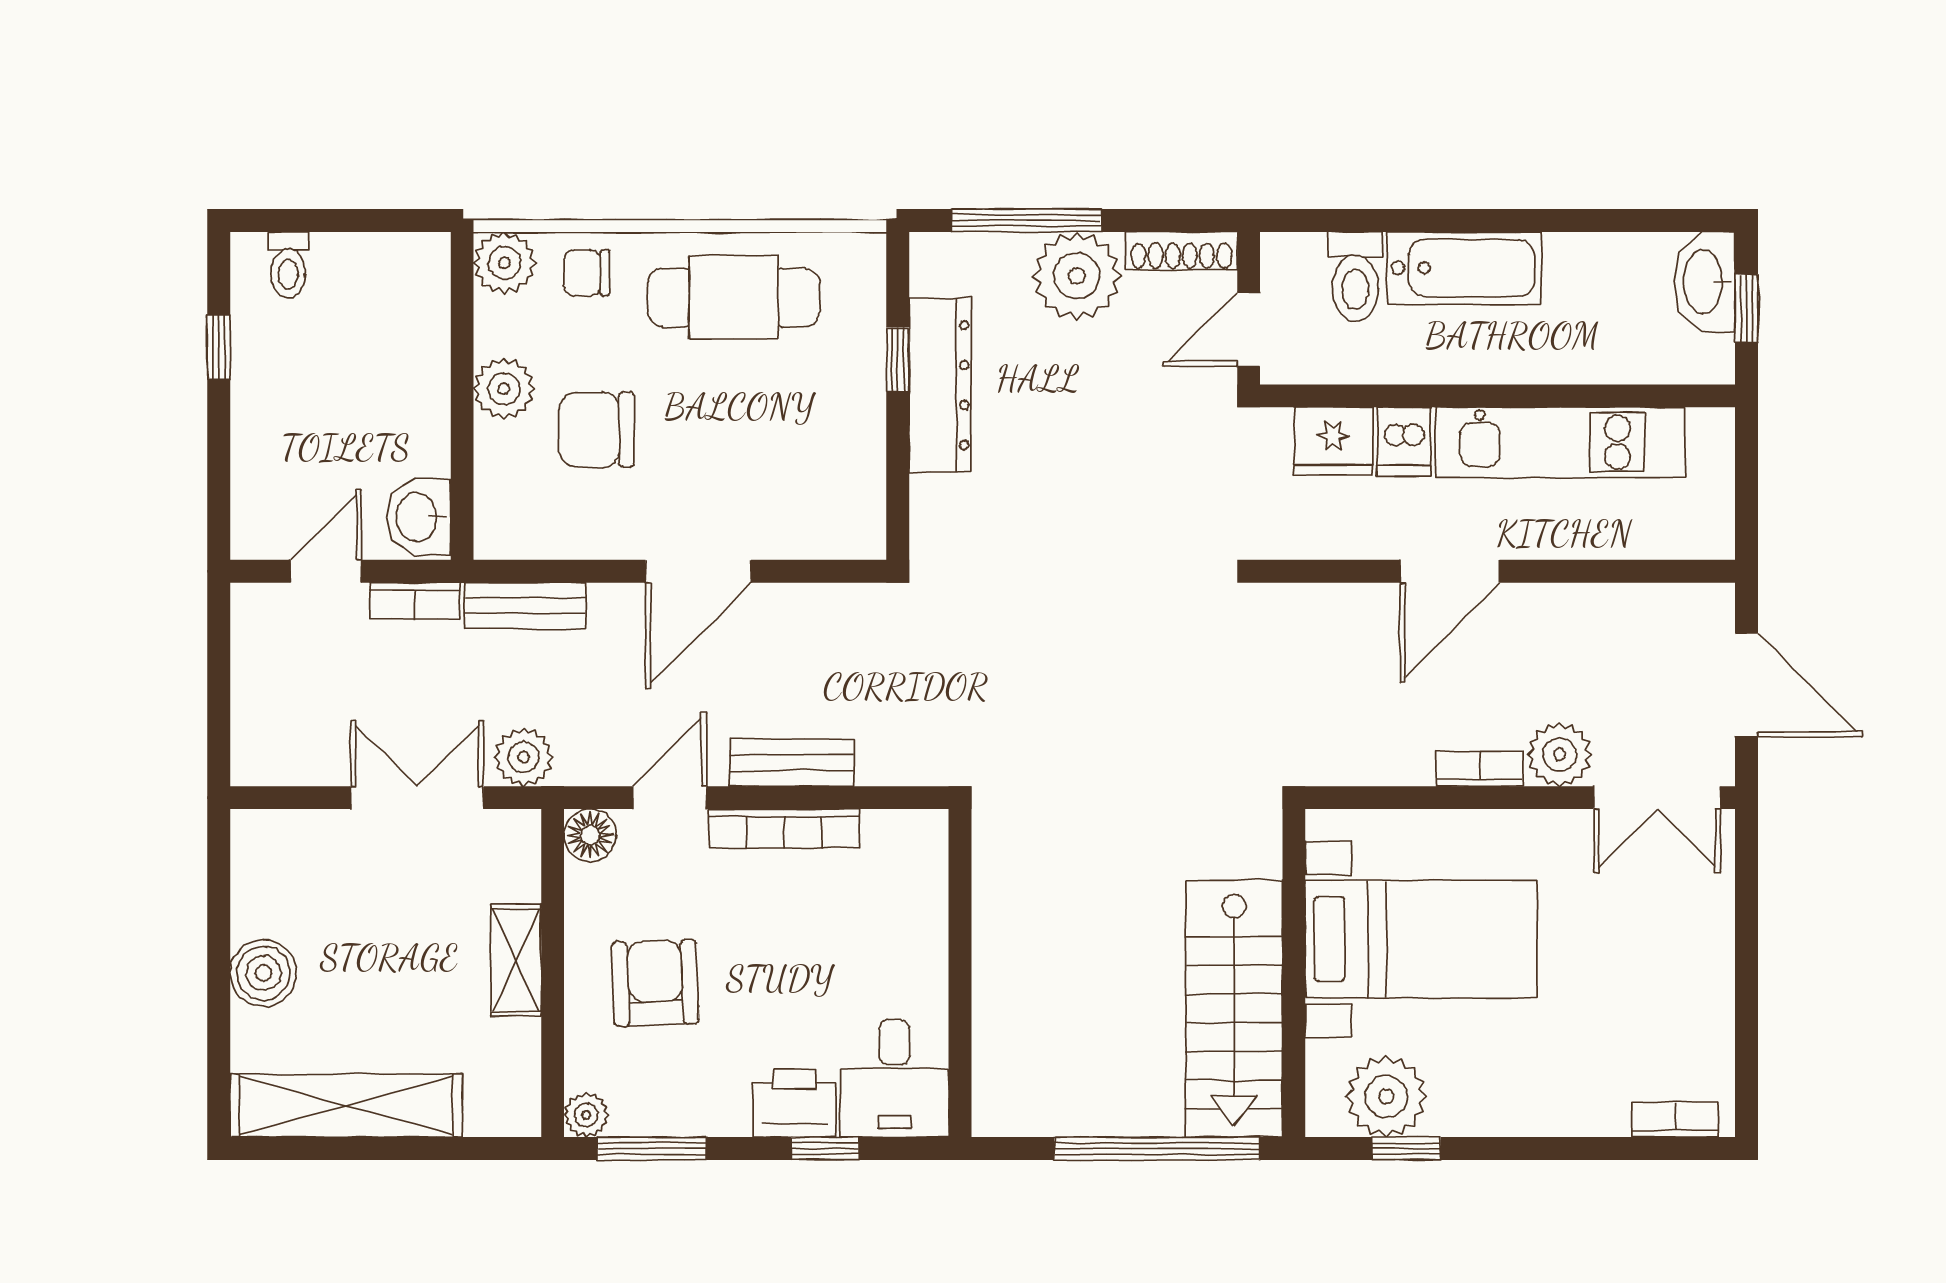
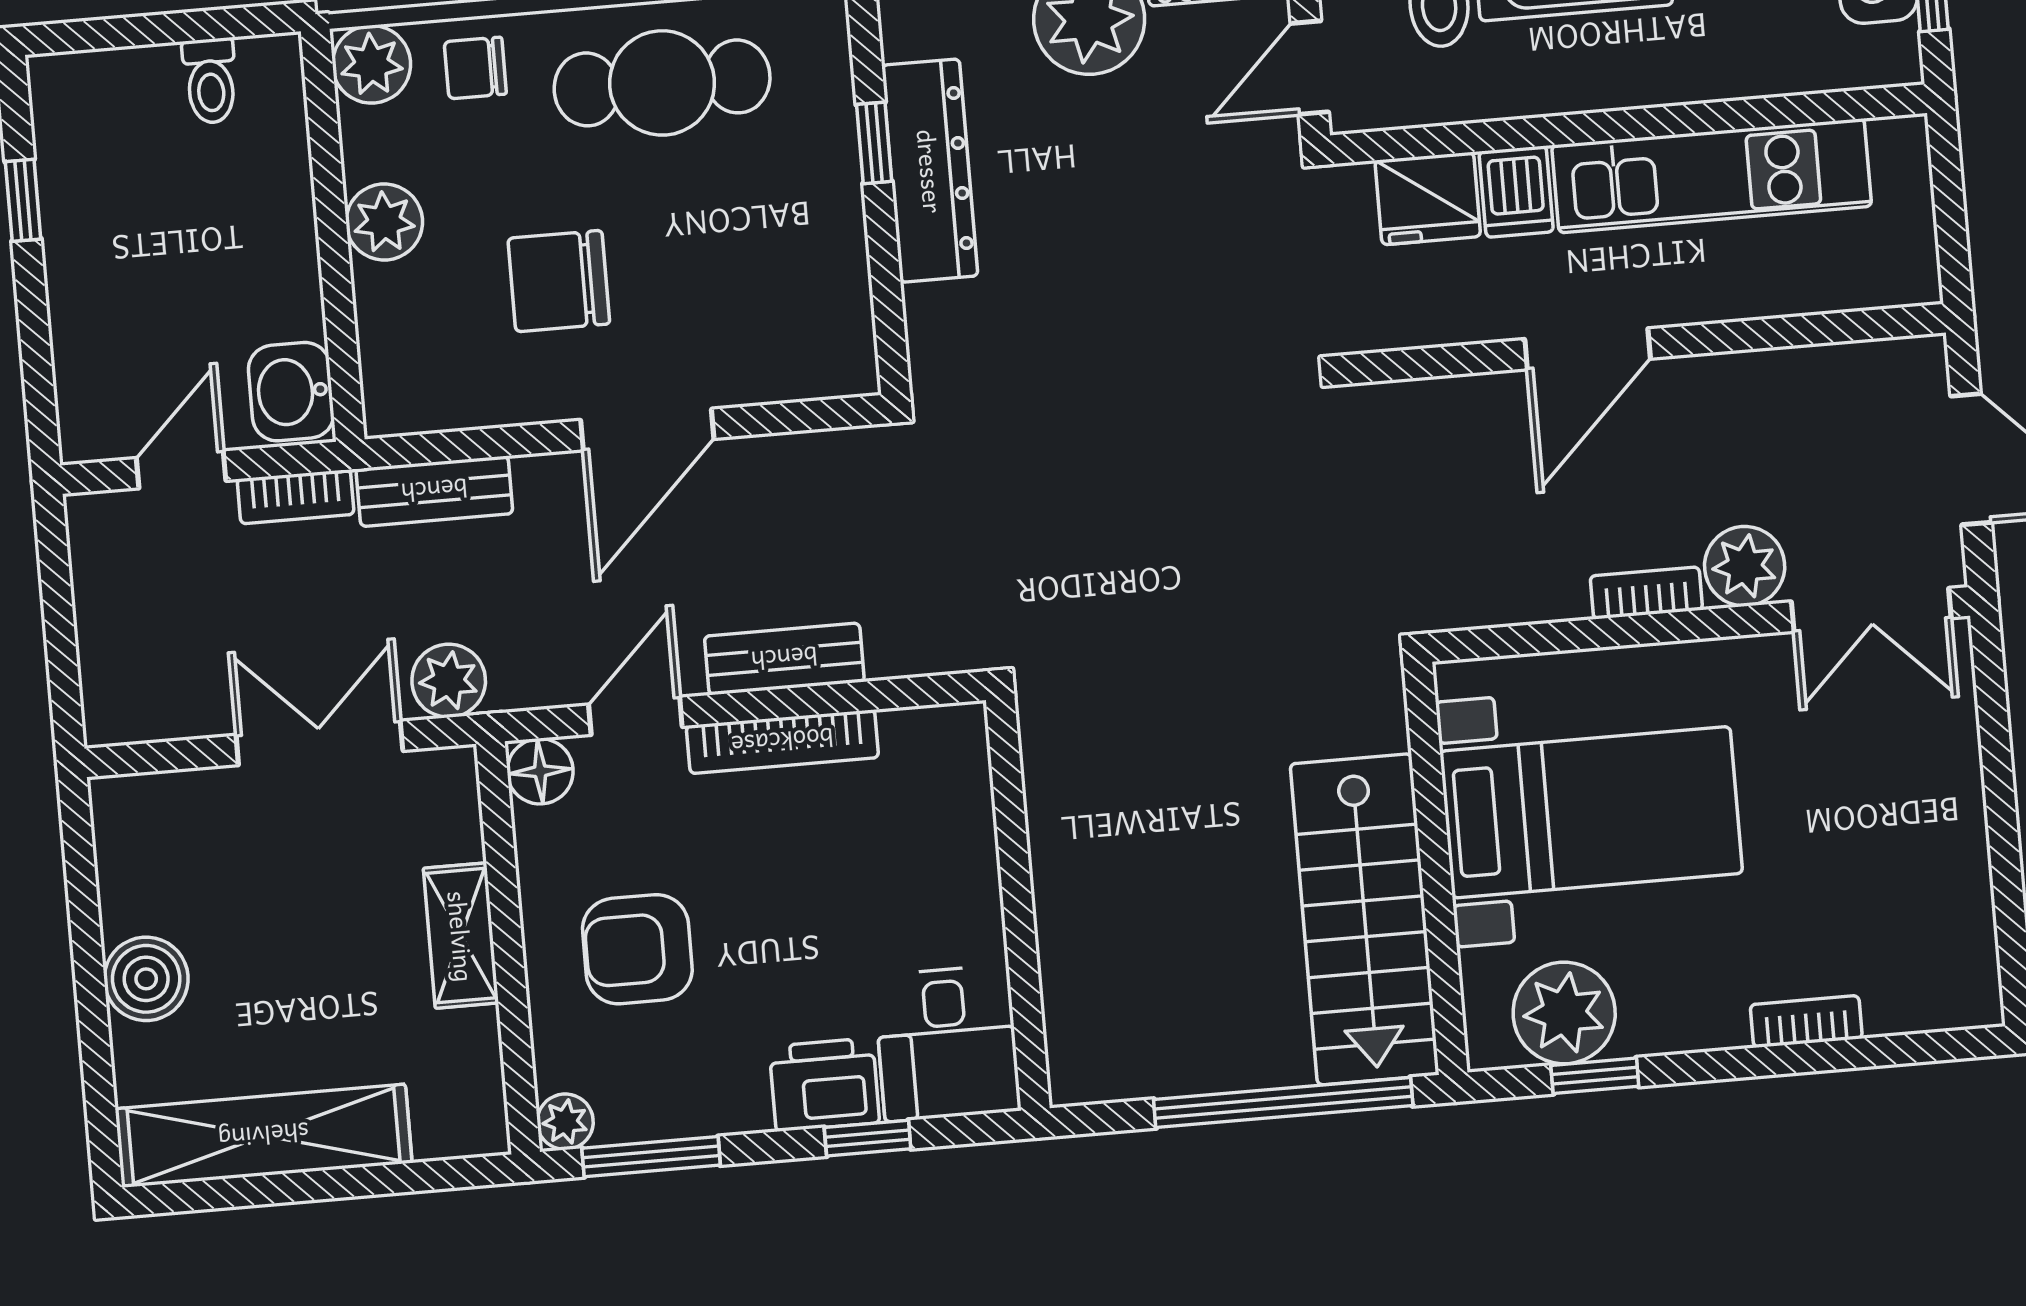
toilet: (288, 265) -> (210, 81), moved
chair: (597, 430) -> (559, 281), moved
armchair: (655, 983) -> (637, 949), turned -88
bookcase: (1675, 1120) -> (1806, 1022), moved

